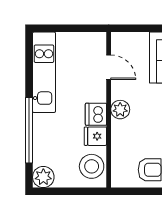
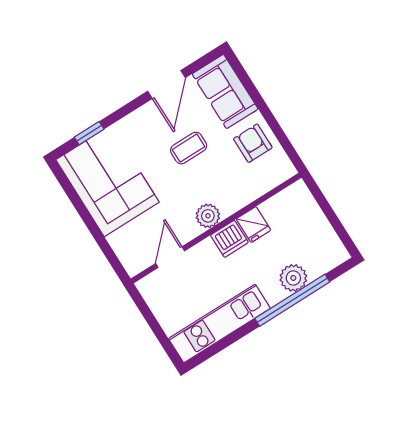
stool: (92, 166) -> (289, 208), removed
plant: (43, 177) -> (293, 278), moved

